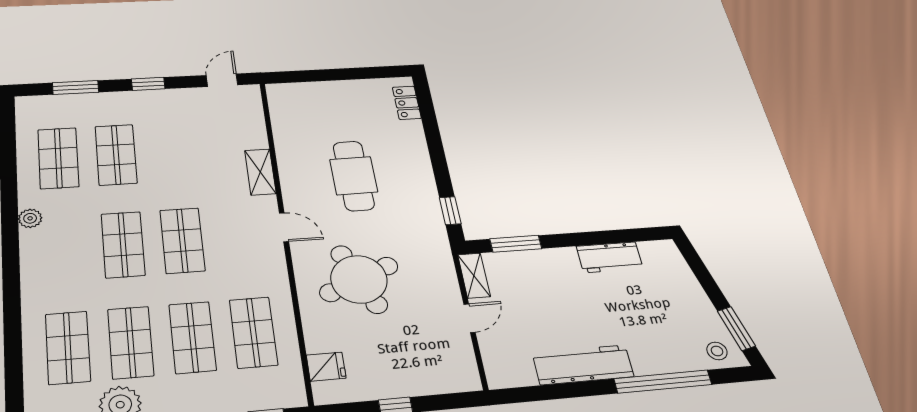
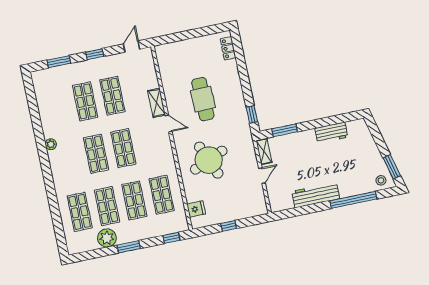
shop shelf: (58, 158) -> (112, 96), moved
door: (284, 227) -> (169, 123), moved

